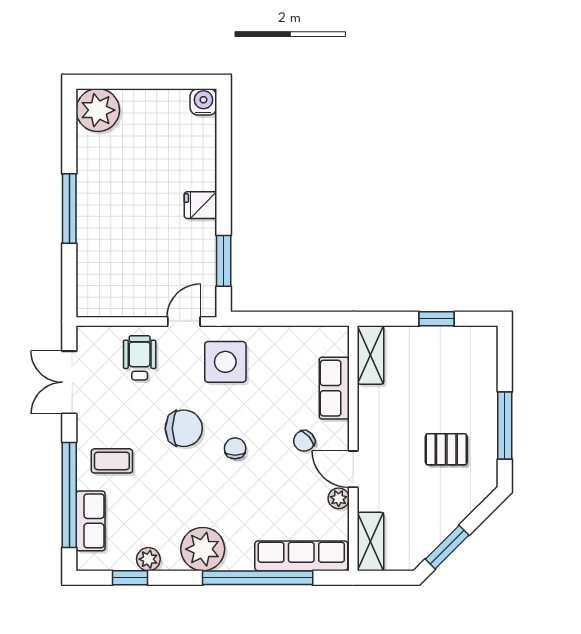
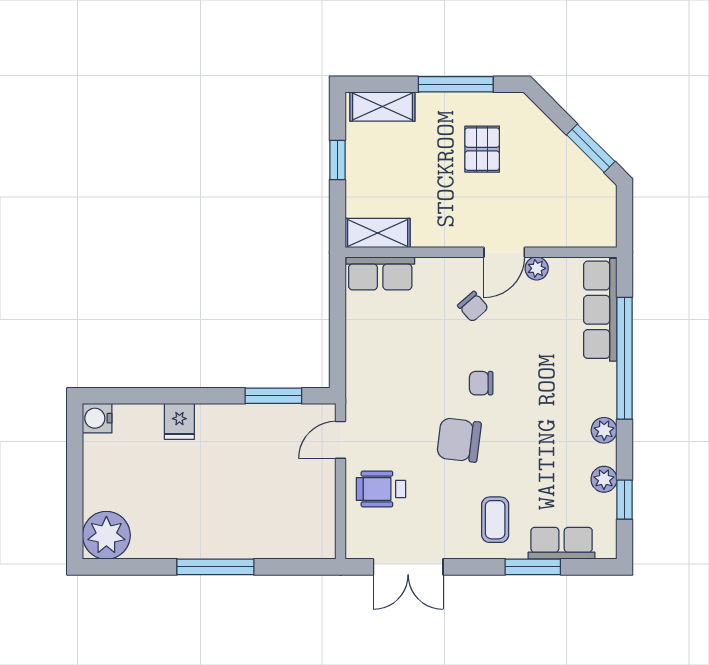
fridge: (201, 205) -> (179, 421), moved
door: (184, 321) -> (341, 440), hinge flipped
side table: (225, 362) -> (385, 394), removed
row of seats: (334, 388) -> (380, 273), moved
chair: (184, 428) -> (459, 440), turned -83
window: (69, 495) -> (533, 567), width x0.47
shelving: (370, 541) -> (382, 107), moved
plant: (203, 549) -> (604, 430), width x0.53, depth x0.53

